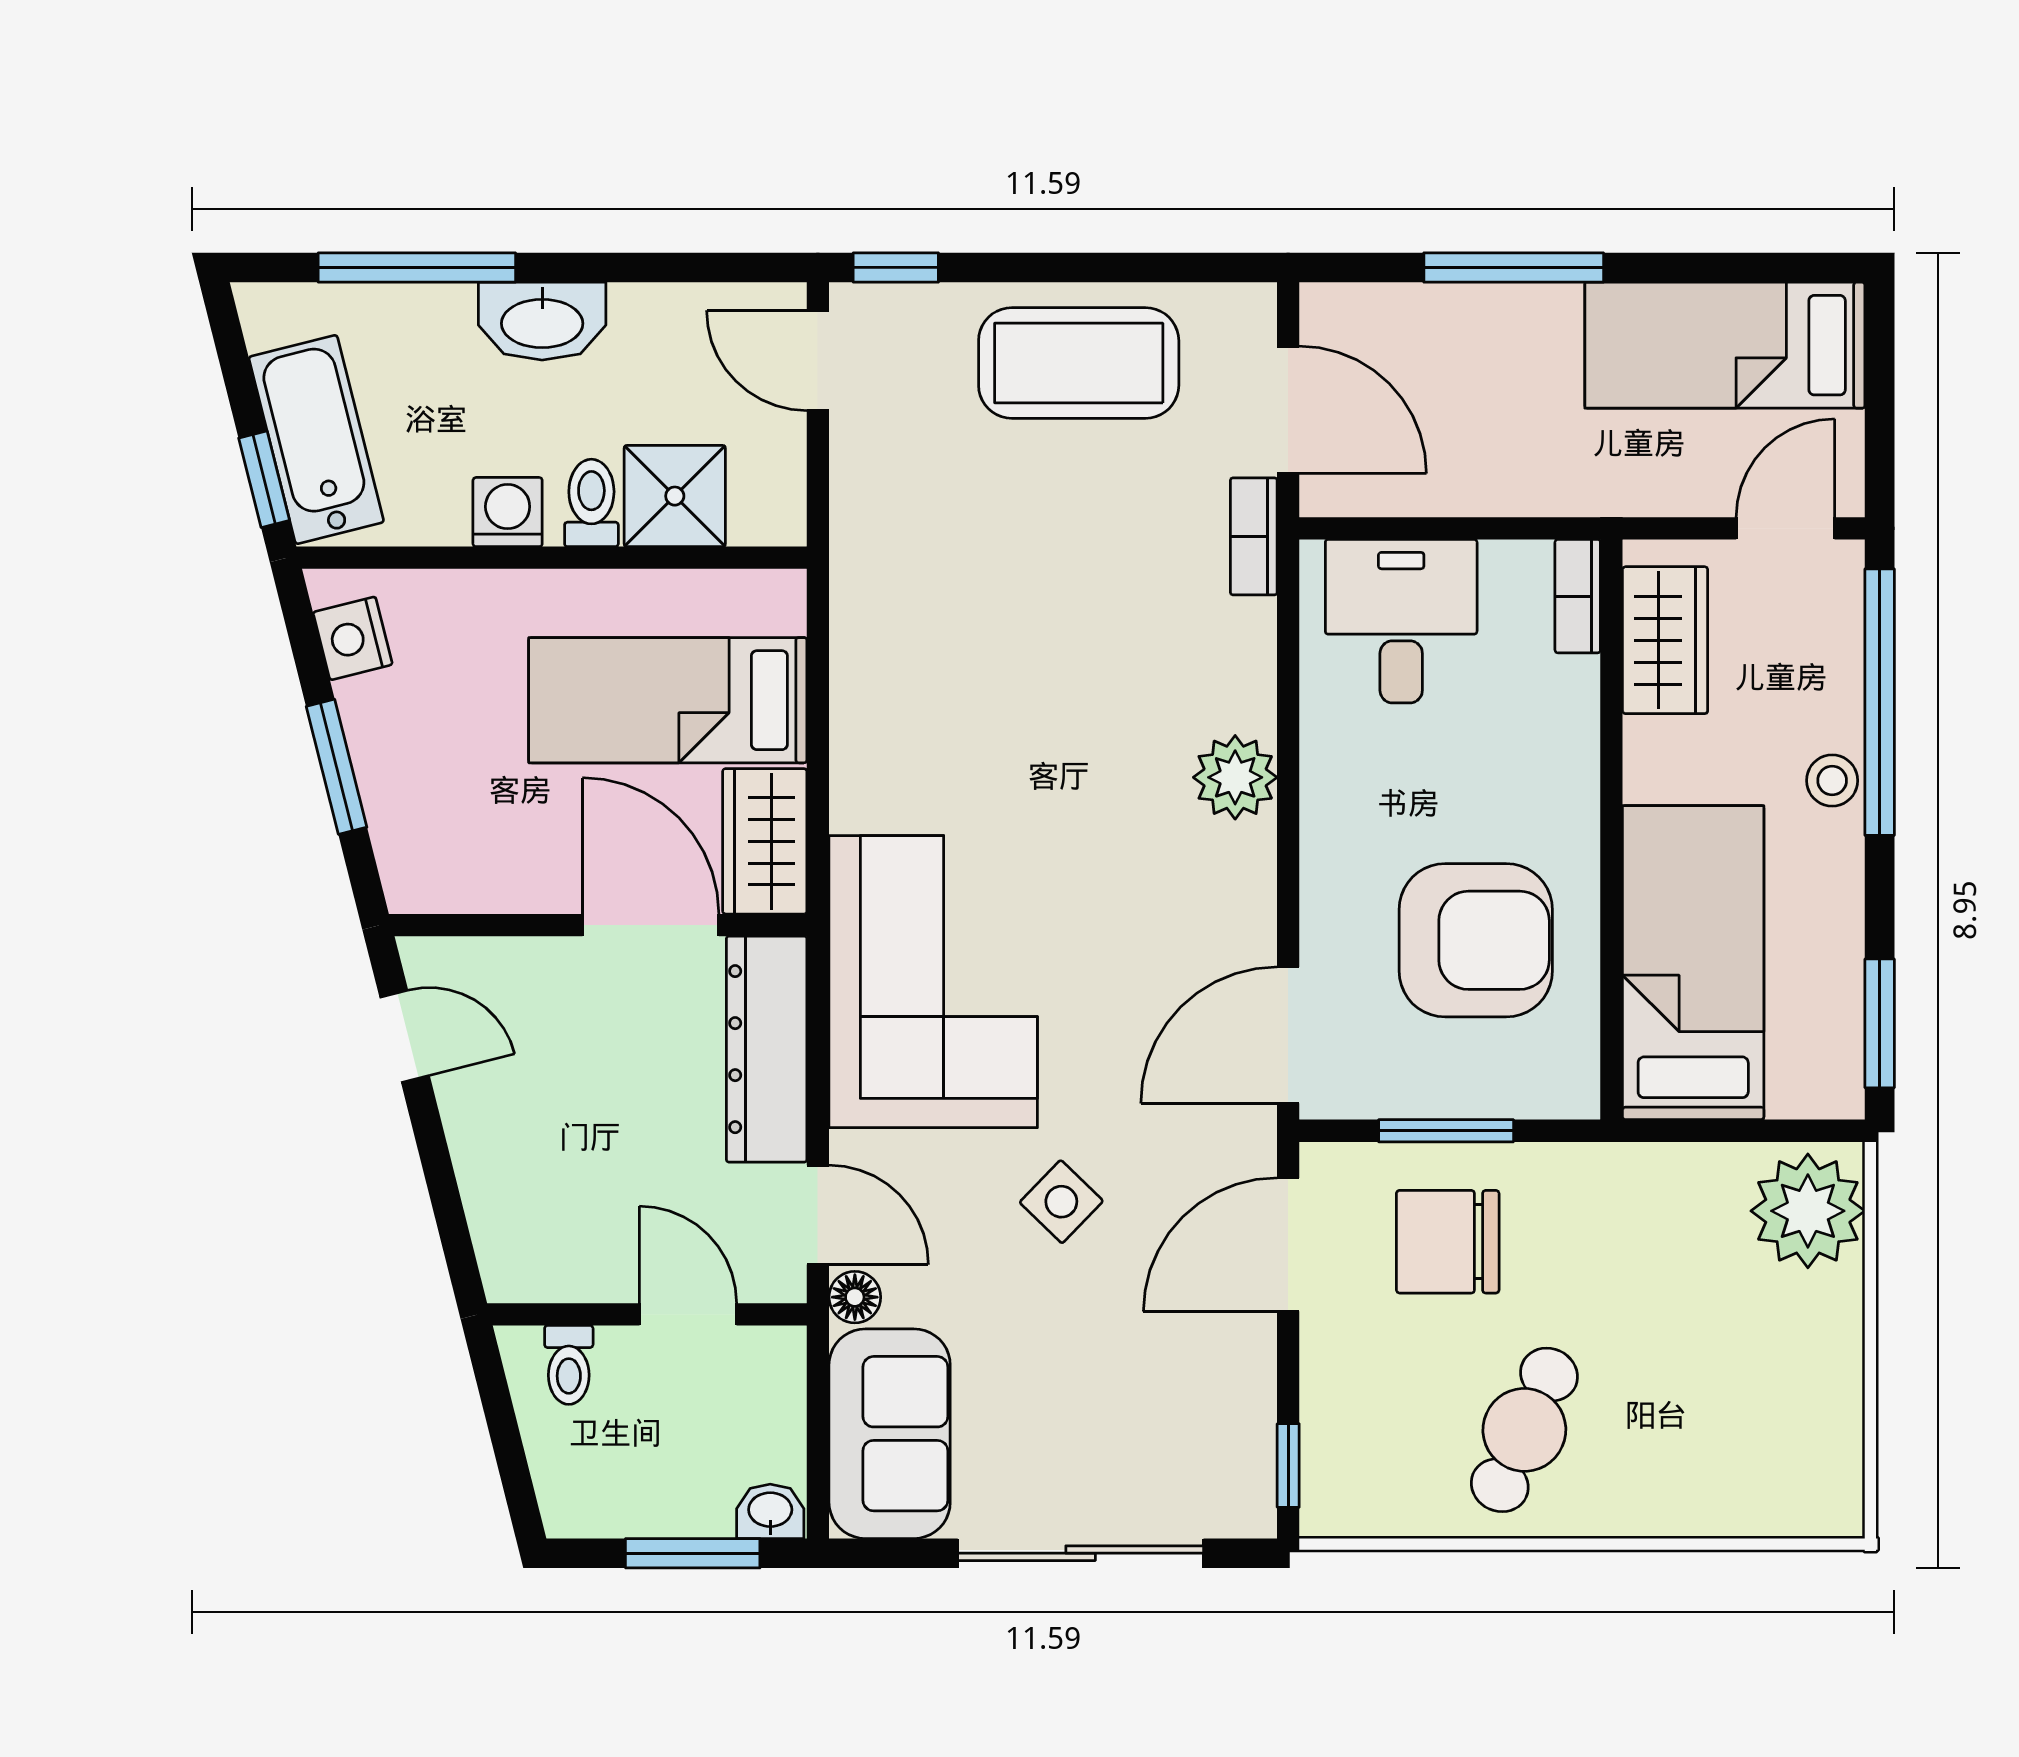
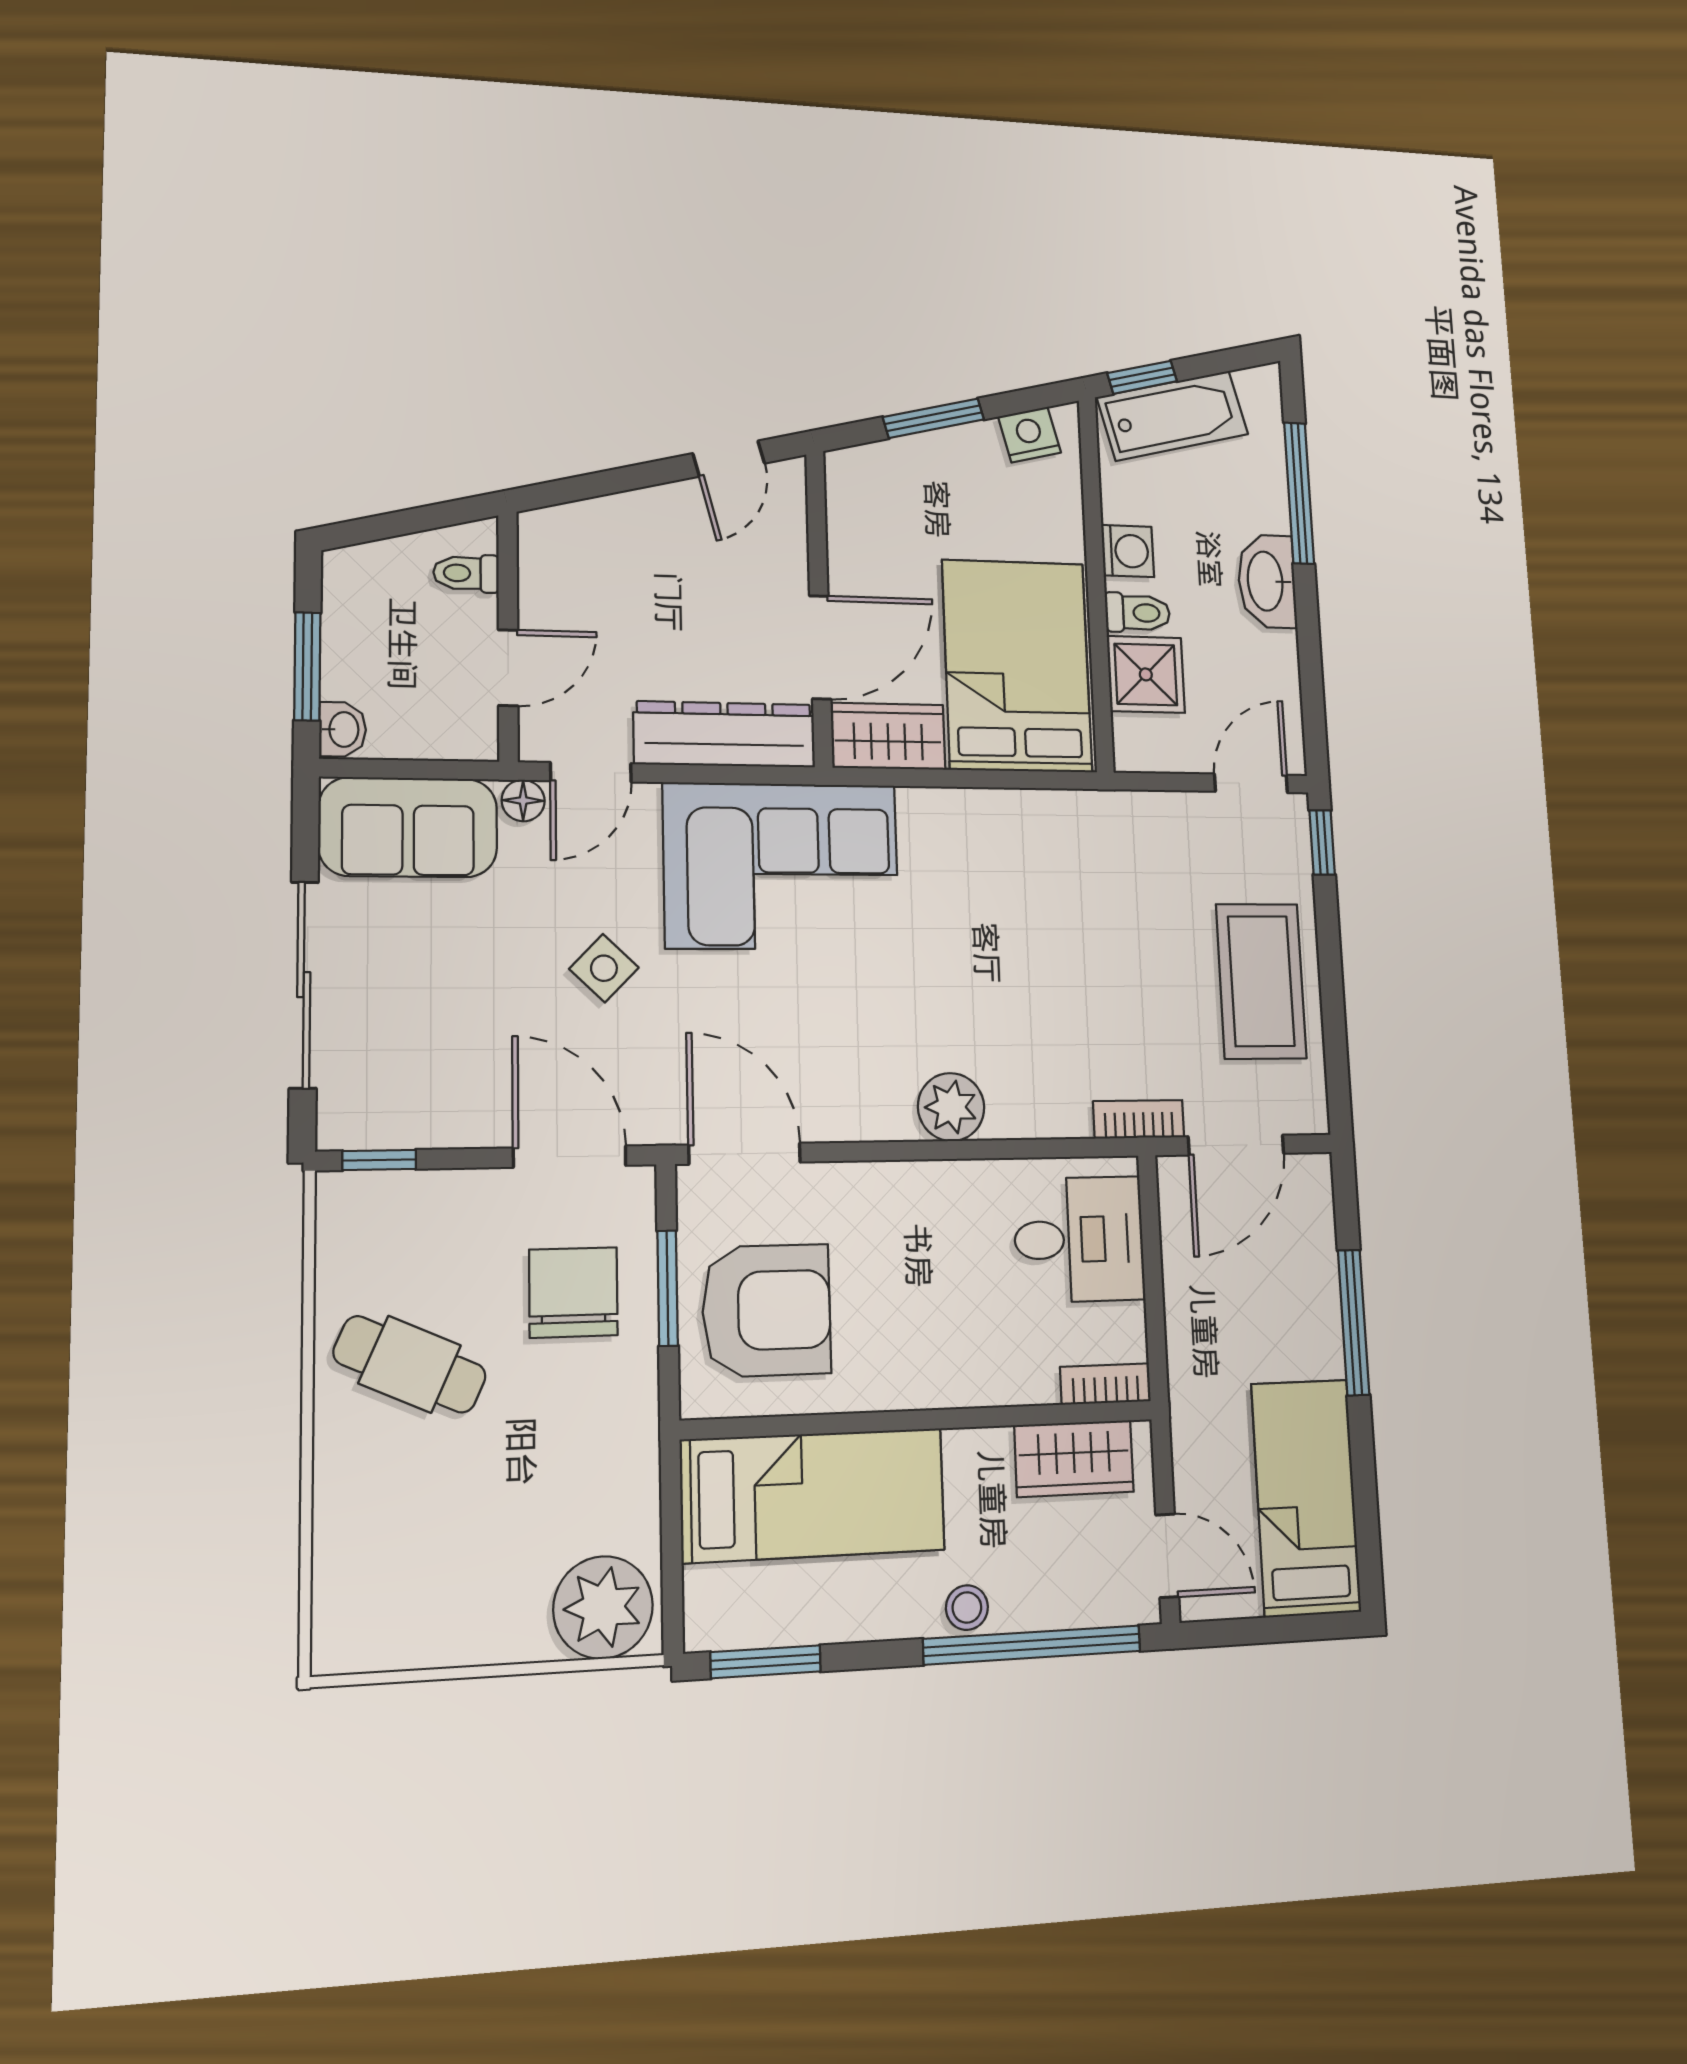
bed: (668, 700) -> (1017, 666), width x1.50
armchair: (1476, 940) -> (766, 1310), moved, turned -90

